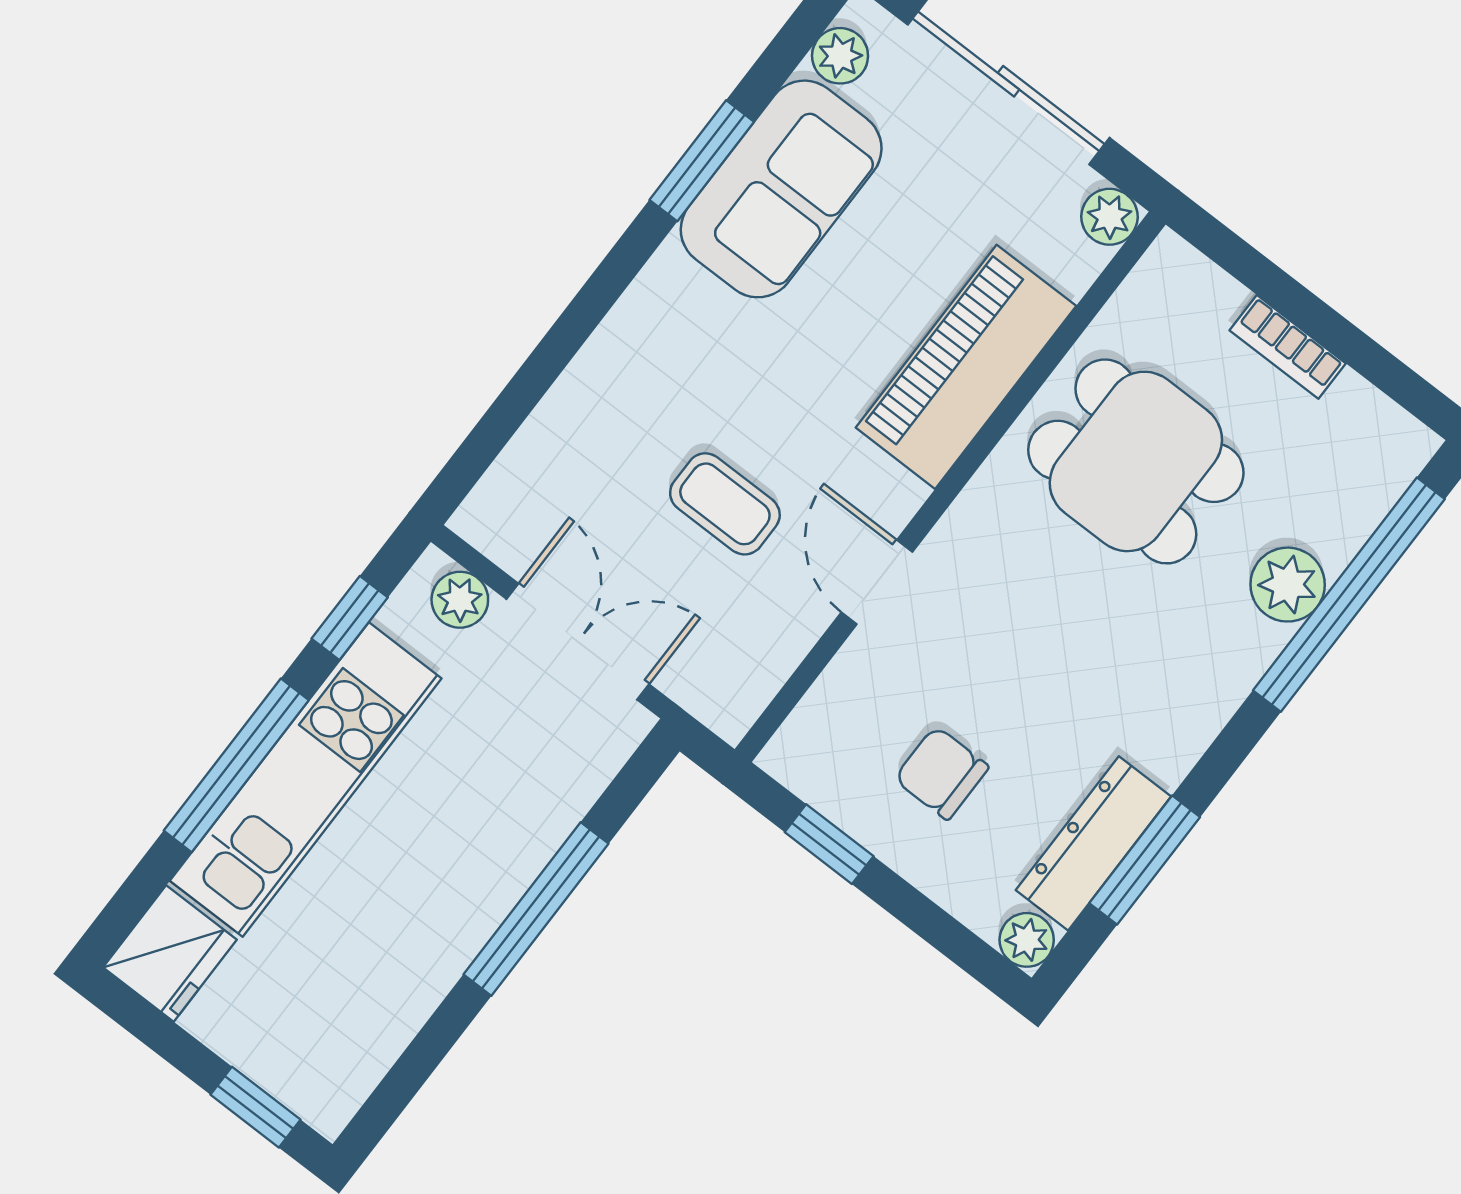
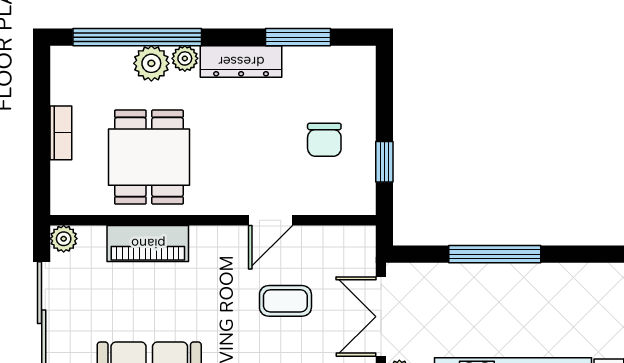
piano: (966, 367) -> (148, 243), width x0.73, depth x0.75
coffee table: (725, 504) -> (285, 301), turned 90
dresser: (1093, 843) -> (241, 61), moved
plant: (1027, 940) -> (185, 58), moved

